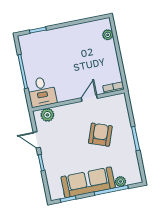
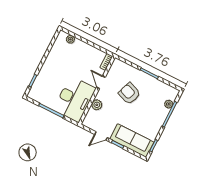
desk: (42, 92) -> (75, 99), width x1.87, depth x1.30
plant: (47, 115) -> (97, 105), moved
sofa: (88, 182) -> (132, 141), moved, turned 90

